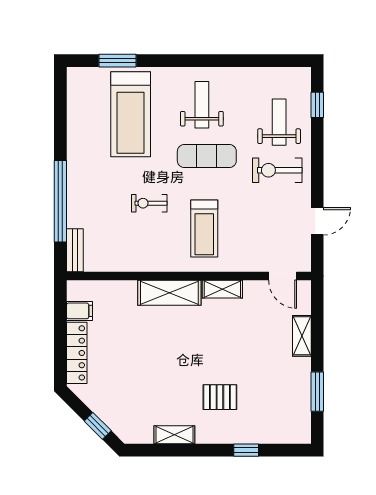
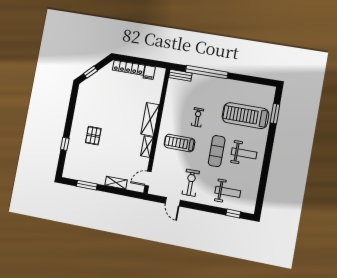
exercise bike: (277, 170) -> (191, 183), moved
shelving: (174, 435) -> (79, 109), removed

